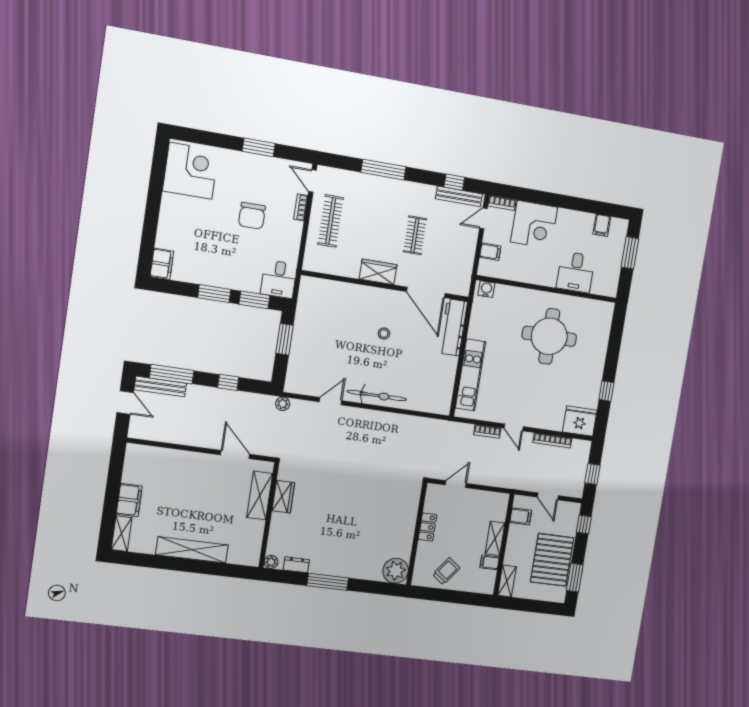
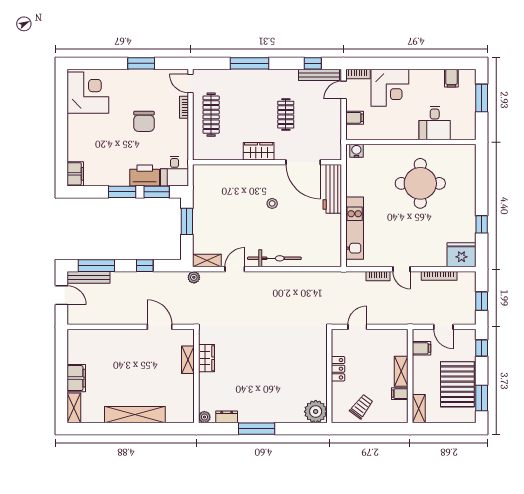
printer: (243, 279) -> (145, 176), added
shelving: (300, 387) -> (207, 261), added
shelving: (260, 496) -> (188, 360), width x0.67, depth x0.75

